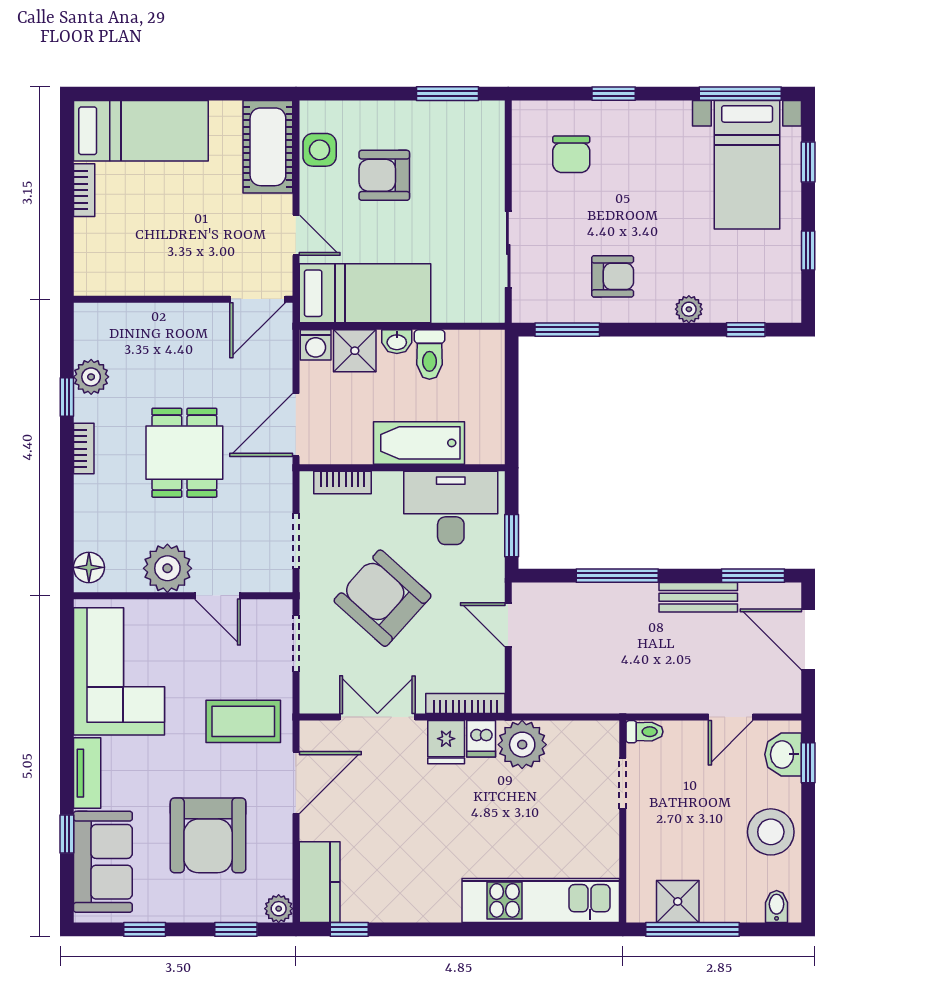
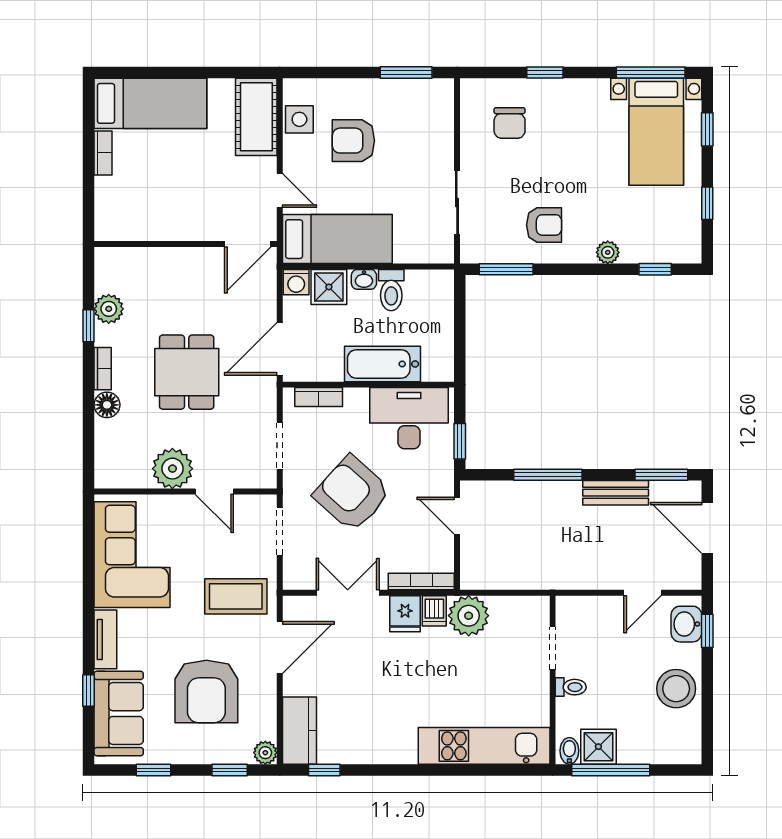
floor lamp: (89, 567) -> (107, 405), moved
toilet: (645, 732) -> (571, 687), moved
bidet: (777, 906) -> (569, 751), moved

